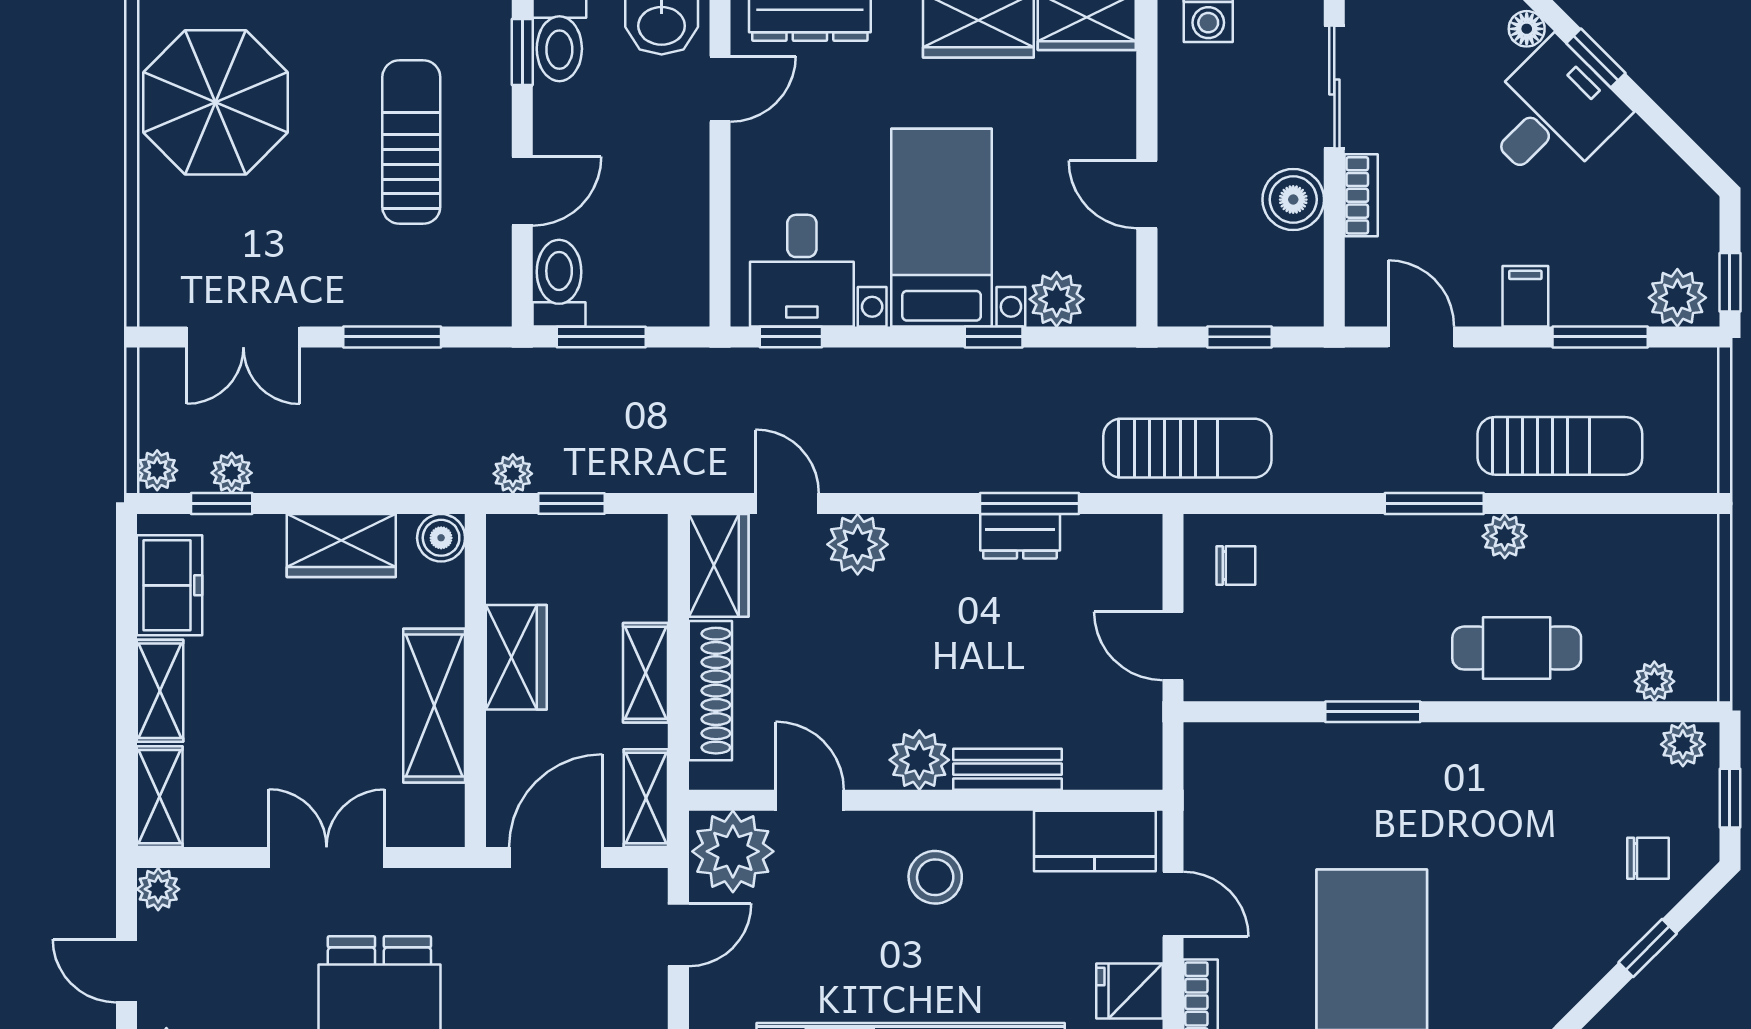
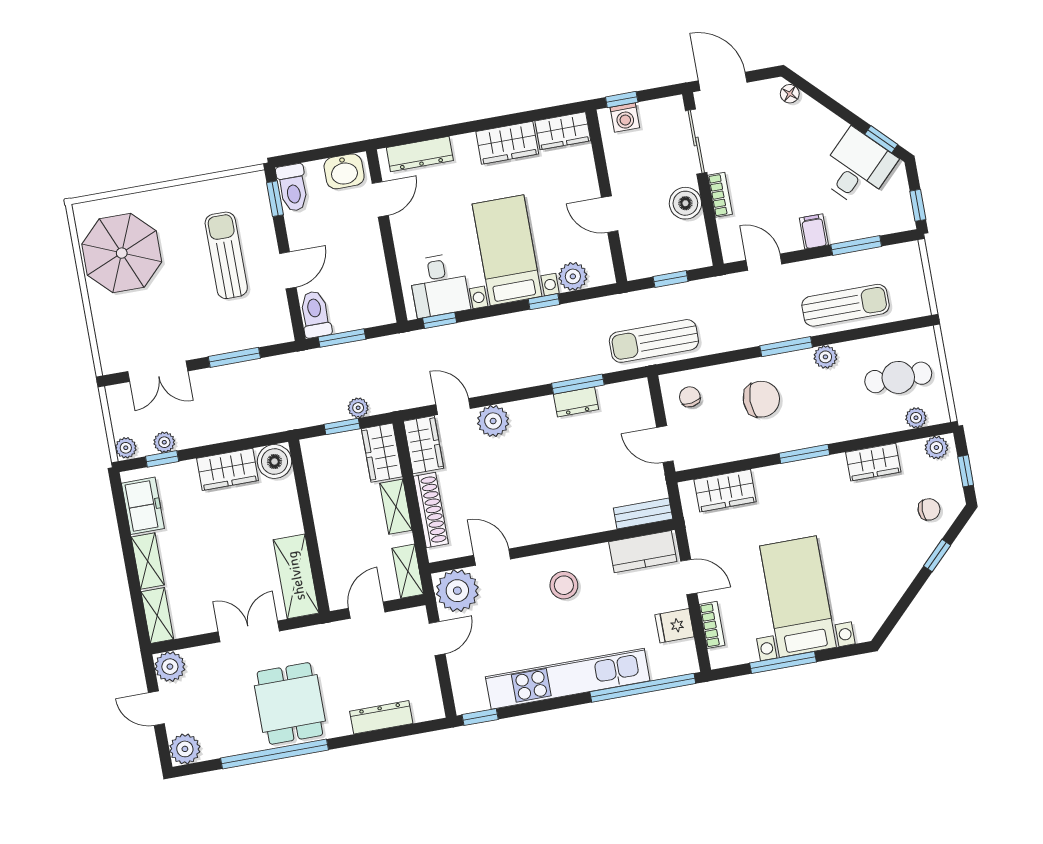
window: (1596, 58) -> (881, 139), moved
desk: (1552, 115) -> (857, 168), moved
plant: (1677, 298) -> (892, 218), removed
sun lounger: (1187, 448) -> (654, 341), turned 180
plant: (513, 474) -> (358, 408), moved
boiler: (441, 538) -> (275, 461), width x1.36, depth x1.36
chair: (1236, 565) -> (690, 397), turned -99
chair: (1370, 594) -> (761, 399), added
cafe table: (1517, 648) -> (898, 377), moved
wardrobe: (516, 657) -> (382, 453), moved, turned 180
shelving: (434, 706) -> (296, 576), moved
window: (1373, 712) -> (804, 454), moved
wardrobe: (1559, 750) -> (873, 462), added
wardrobe: (1271, 754) -> (725, 491), added
plant: (919, 760) -> (545, 526), removed
bench: (1007, 769) -> (643, 514), moved
door: (556, 858) -> (367, 610), width x0.73
plant: (158, 889) -> (170, 667), width x1.38, depth x1.38

